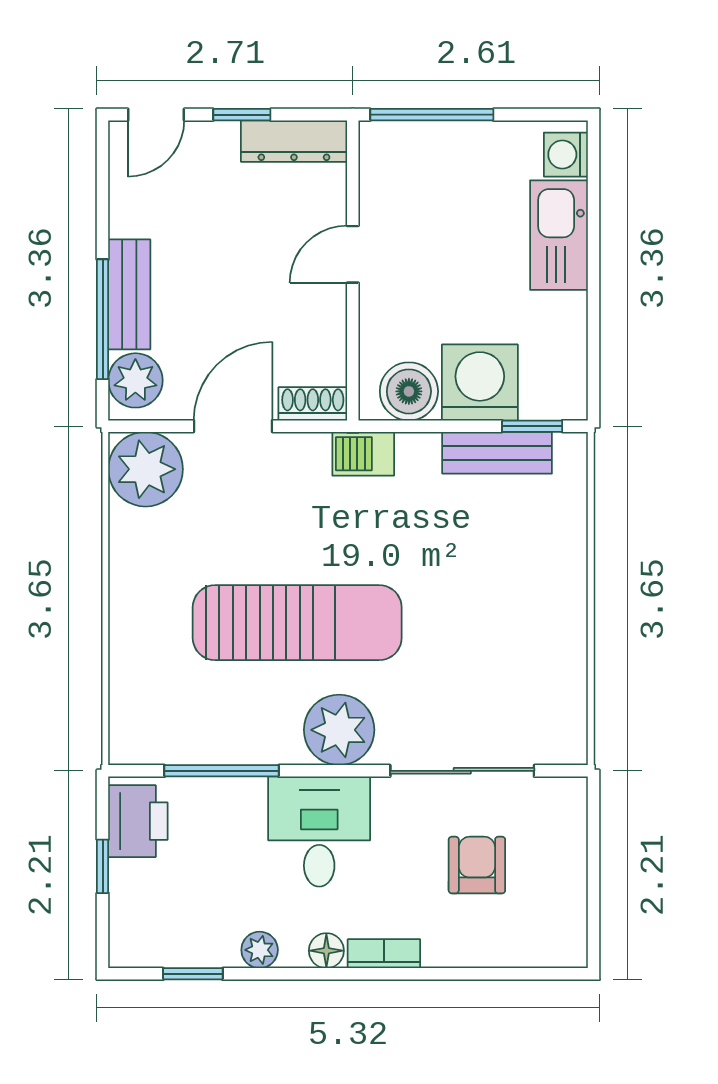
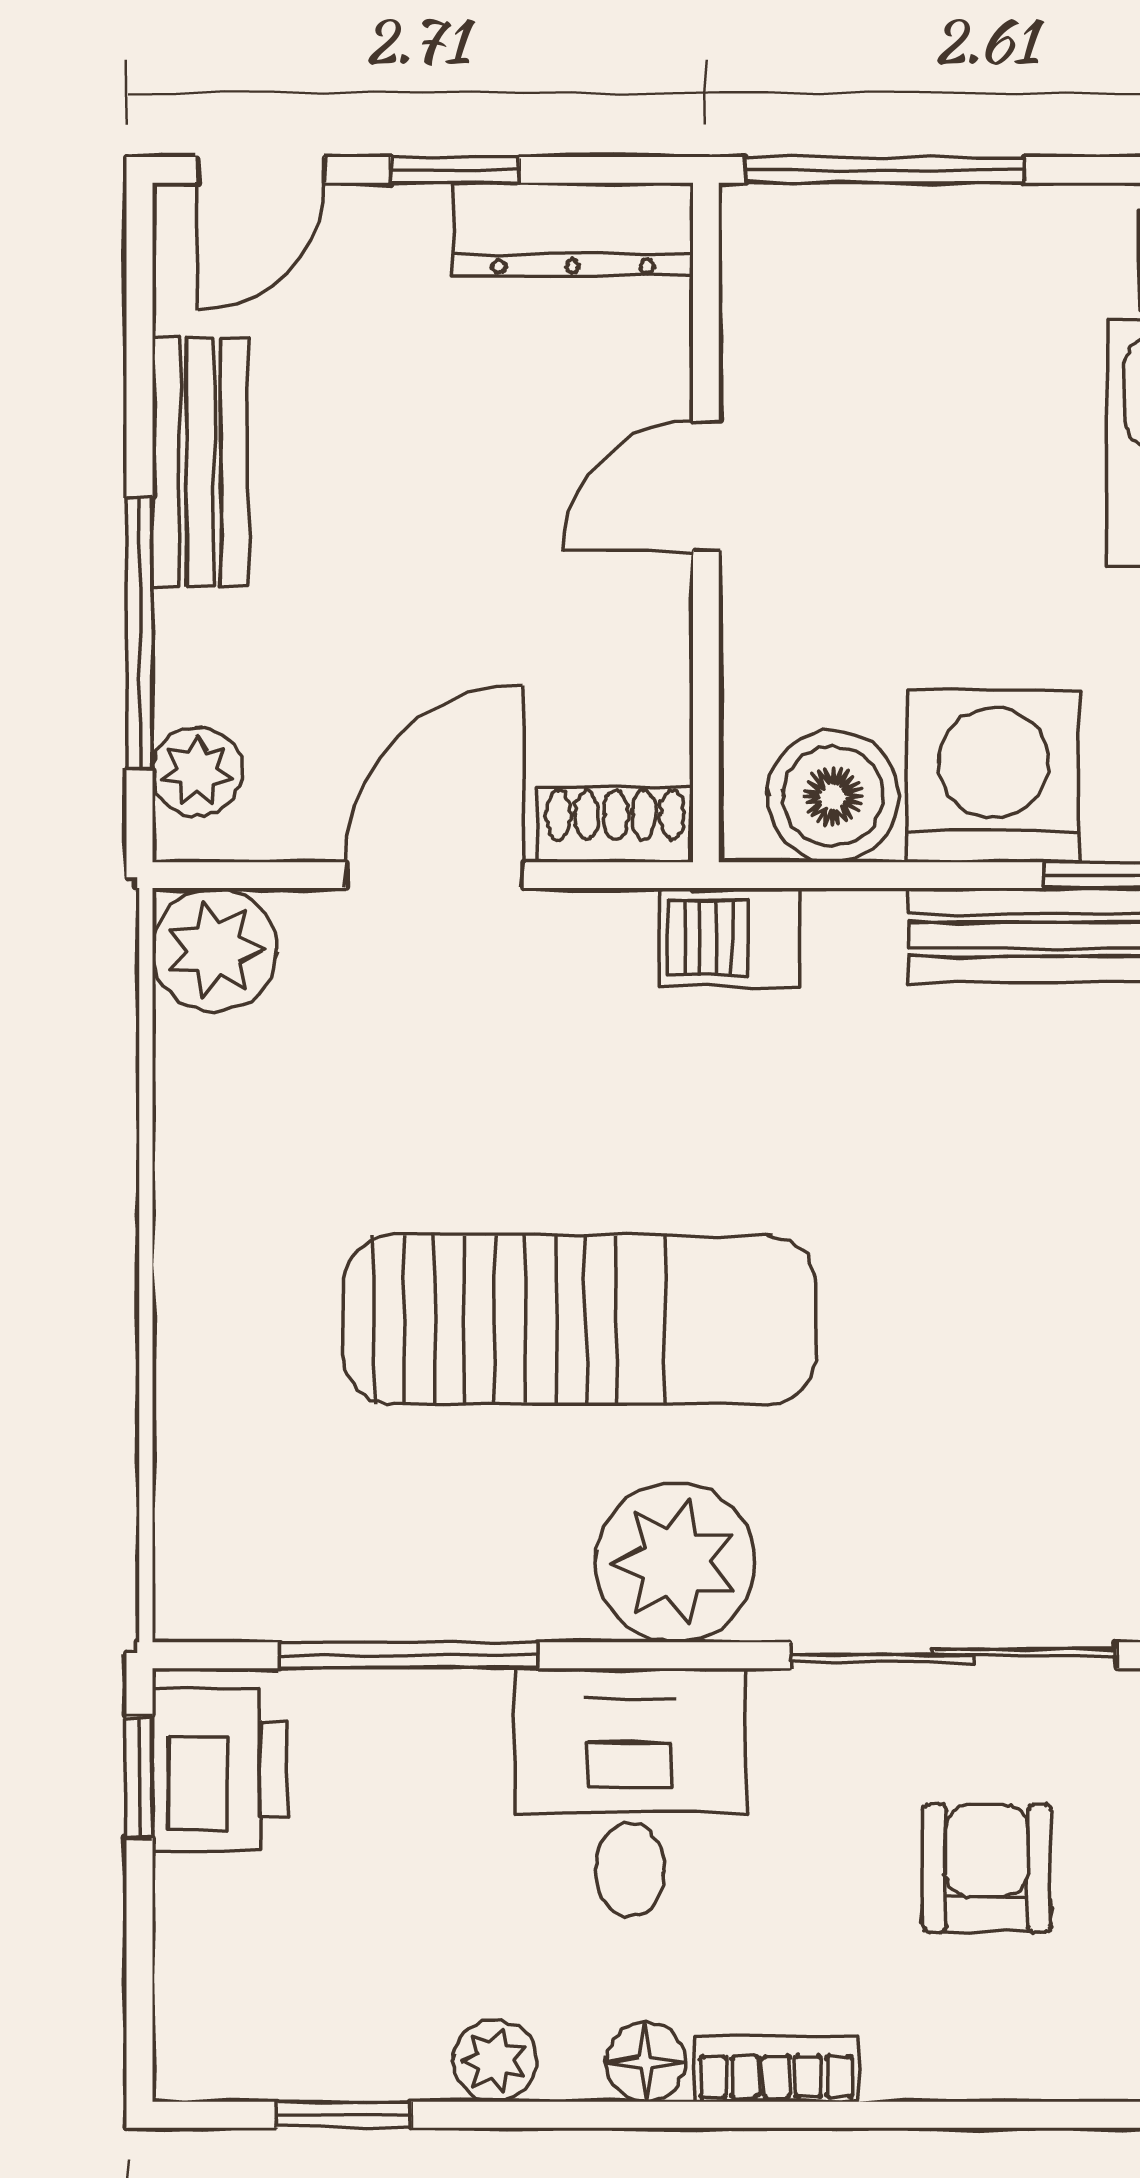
bench: (129, 294) -> (200, 462), moved
plant: (135, 380) -> (197, 772), width x0.73, depth x0.73
plant: (146, 469) -> (214, 950), width x0.73, depth x0.73
window: (103, 866) -> (139, 1777), moved

